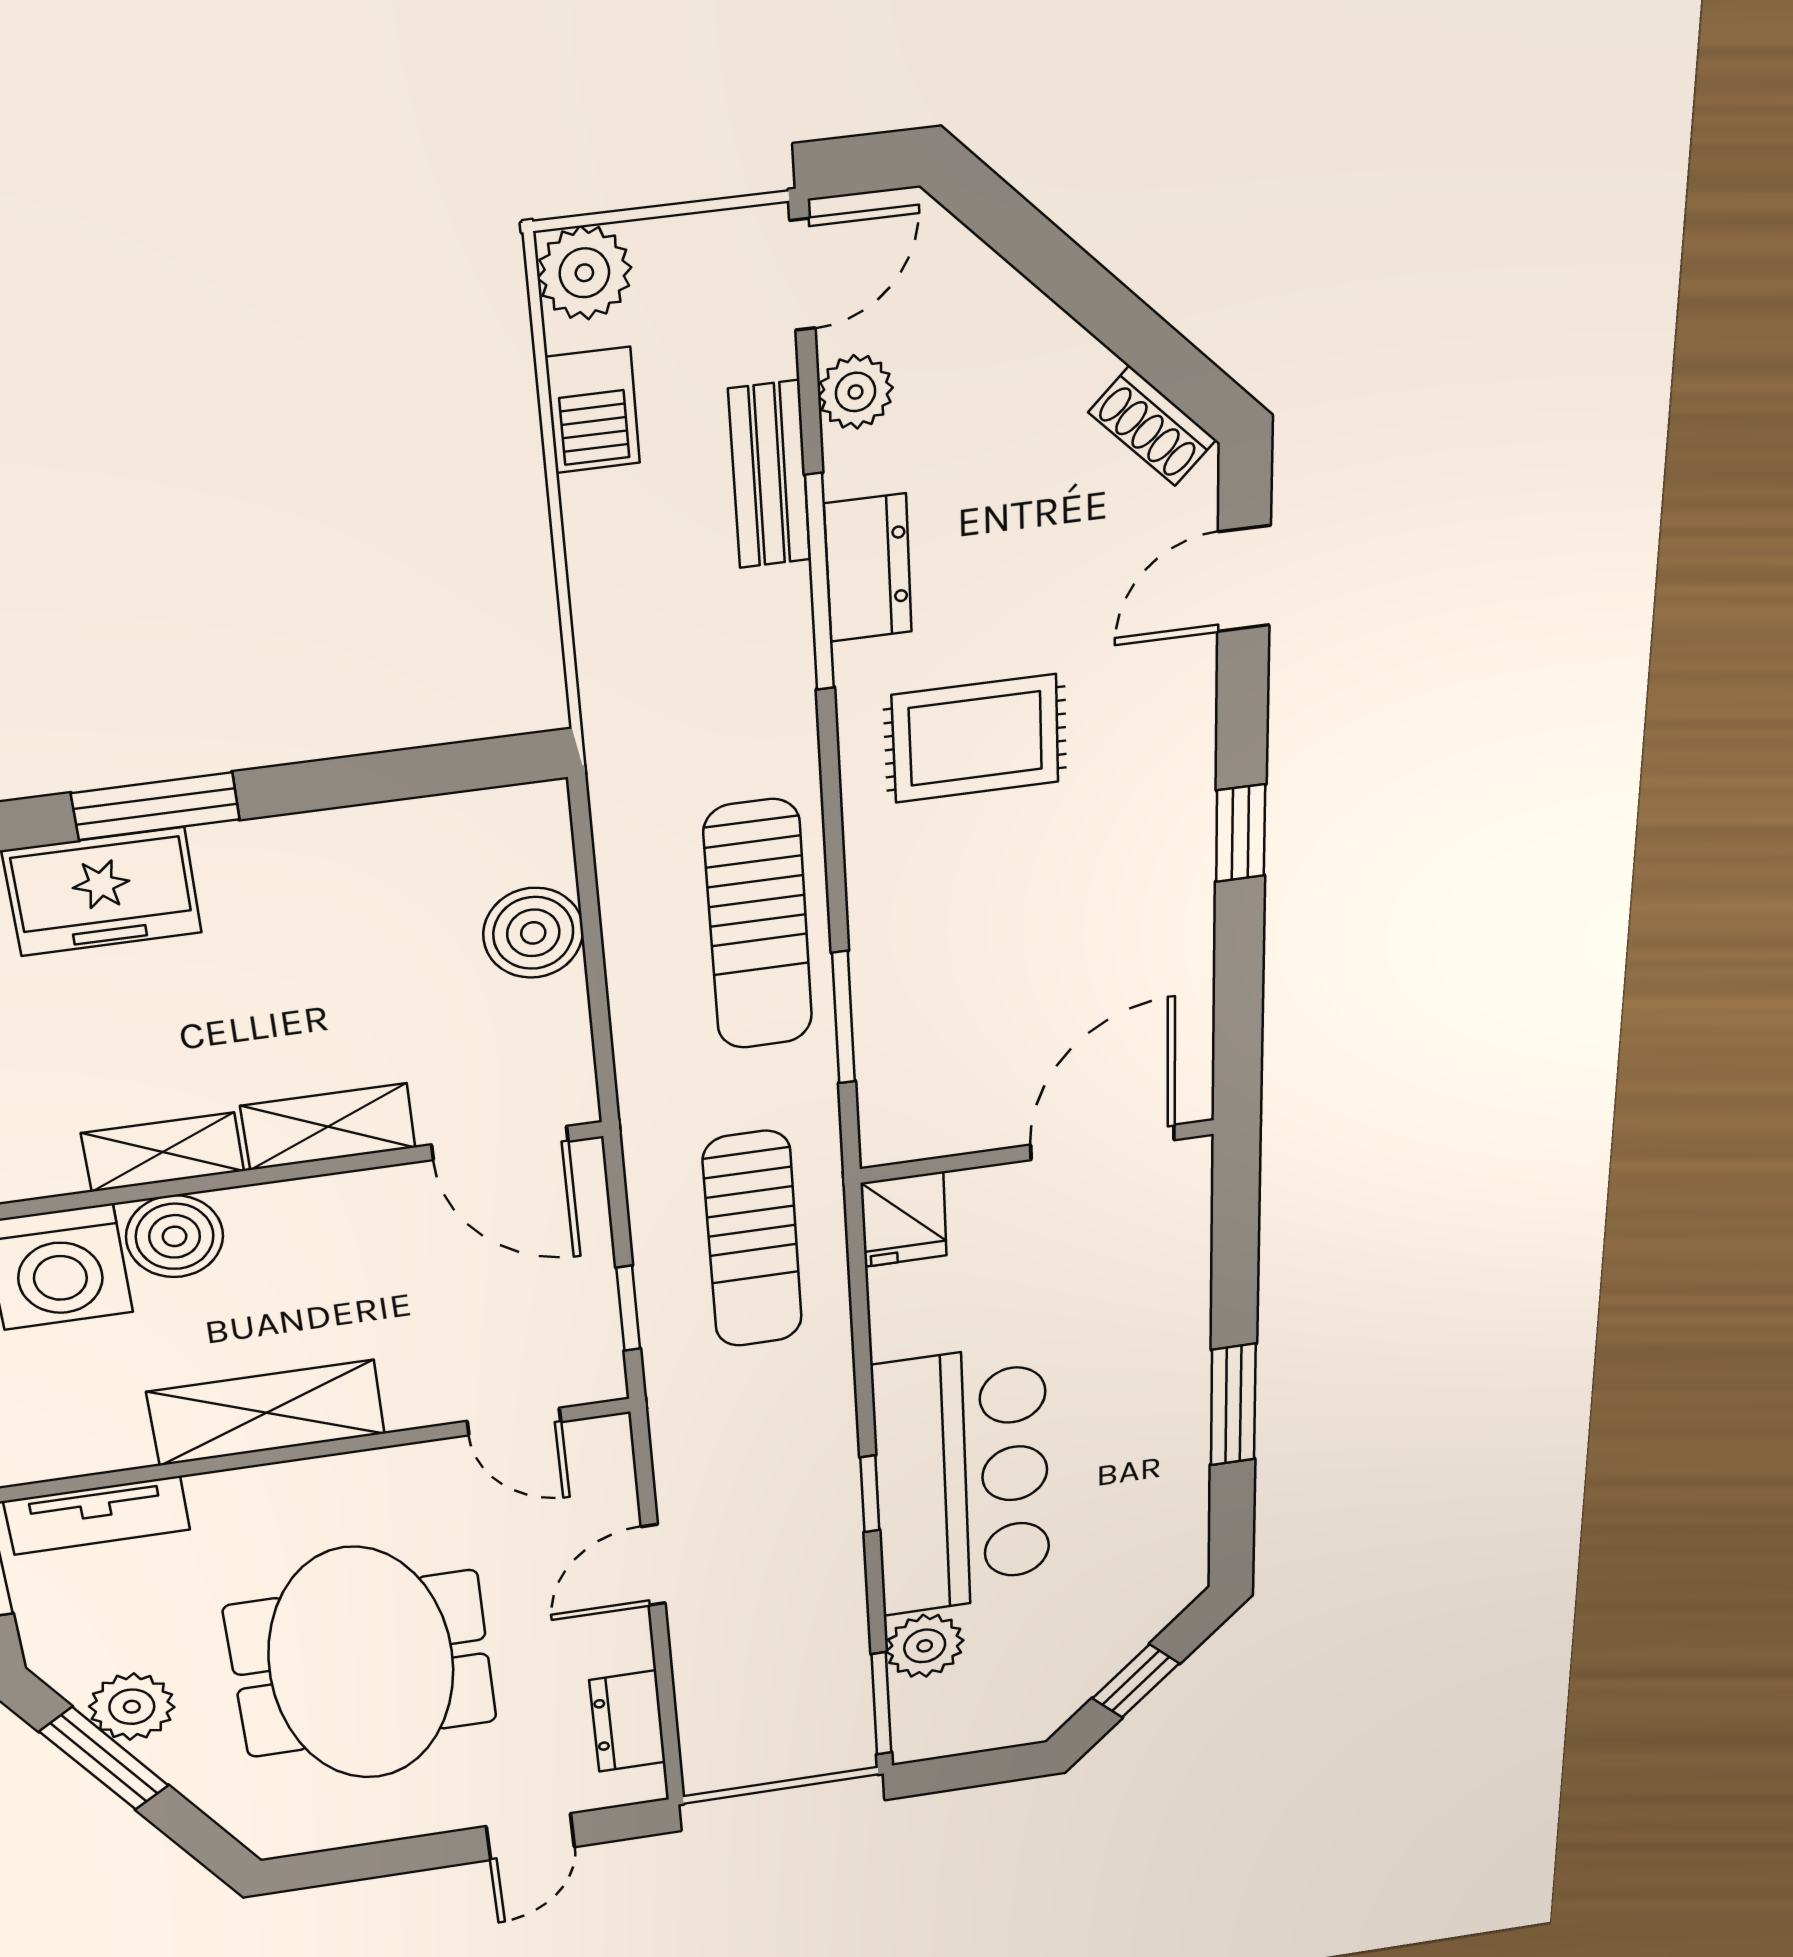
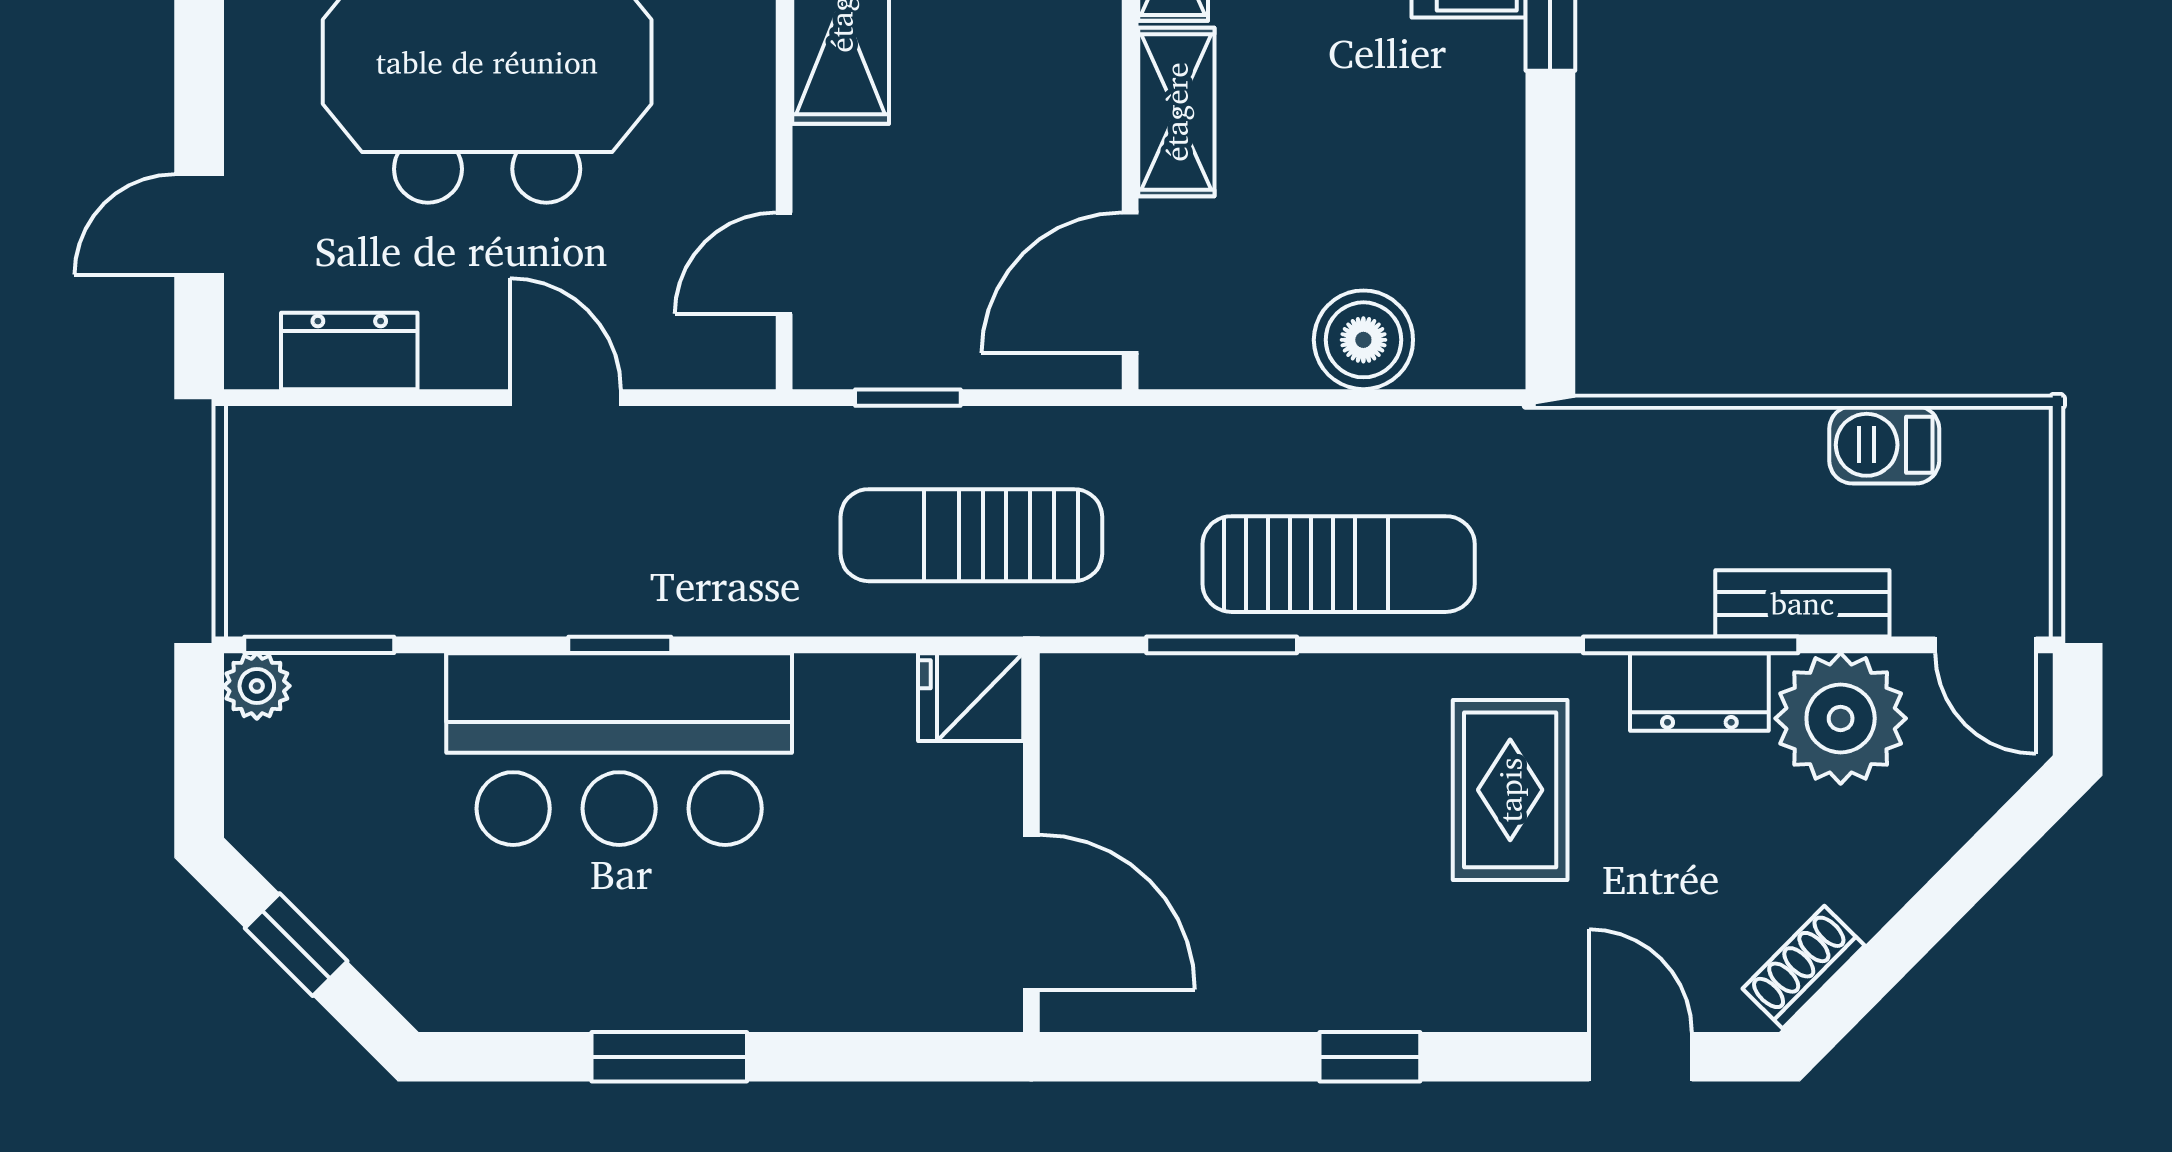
plant: (584, 273) -> (2011, 448), removed
plant: (856, 392) -> (1841, 718), width x1.88, depth x1.88
sun lounger: (758, 925) -> (1339, 564), turned 180
plant: (925, 1646) -> (257, 686), moved, width x0.73, depth x0.73
door: (530, 1837) -> (199, 224), hinge flipped

